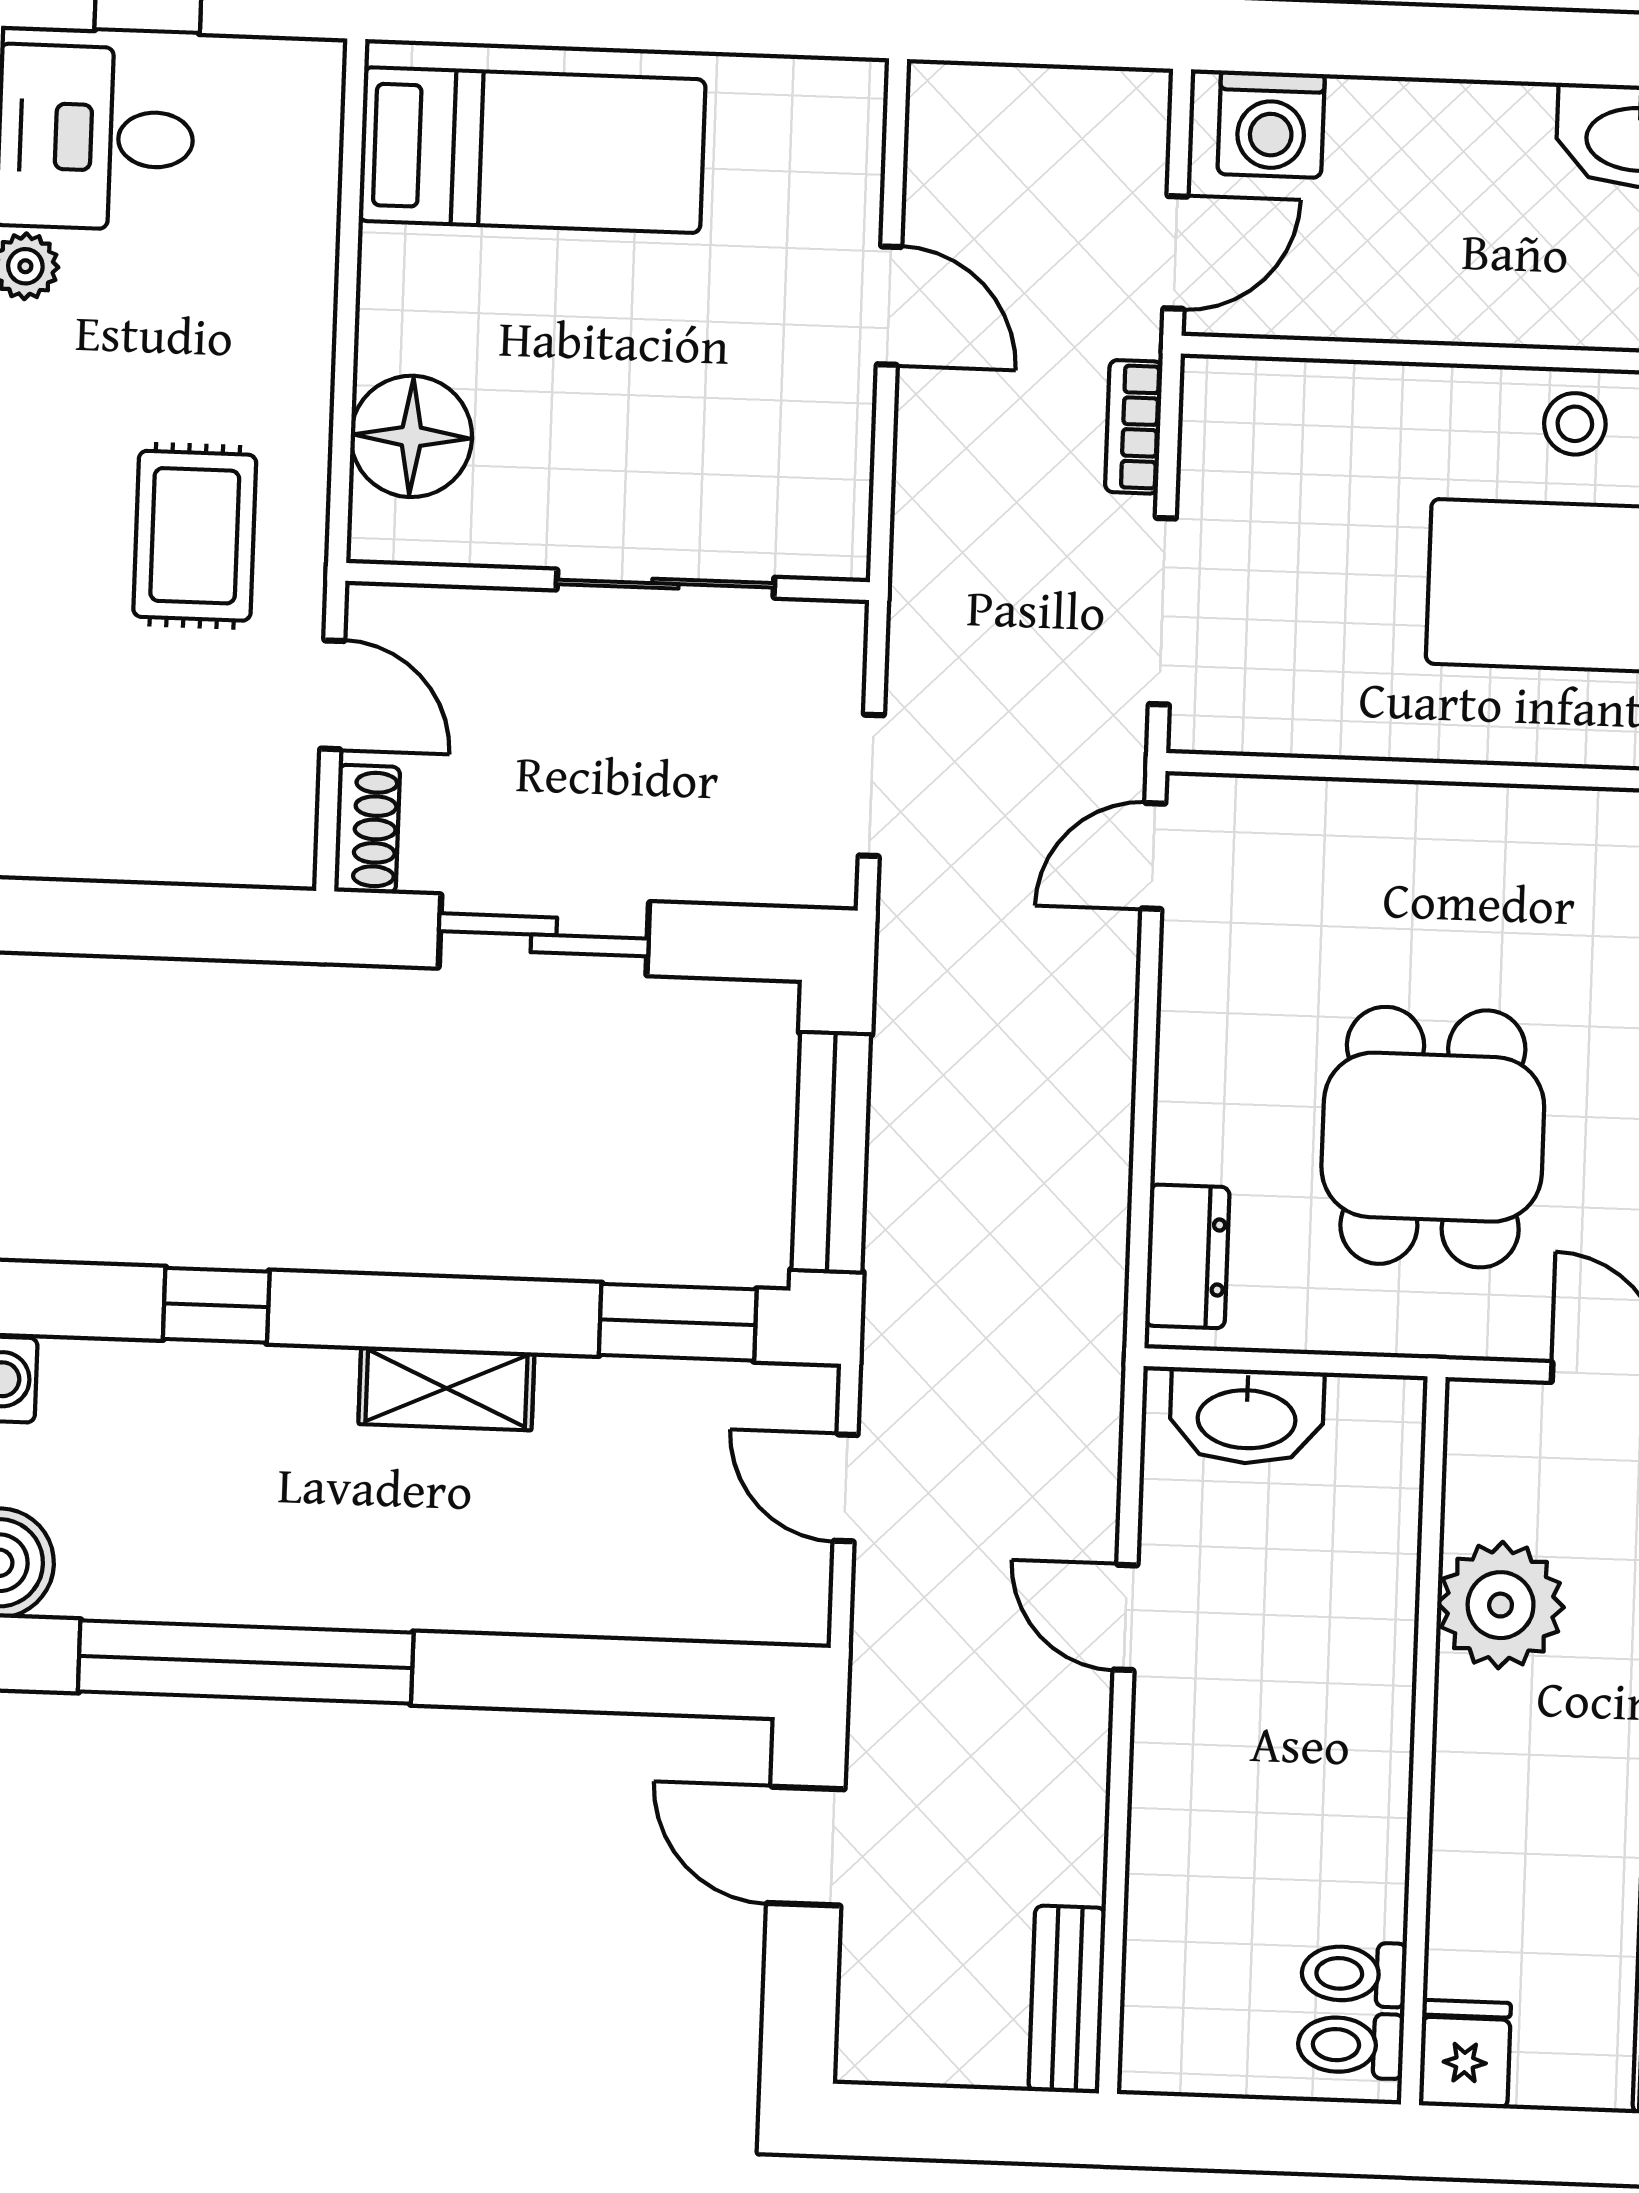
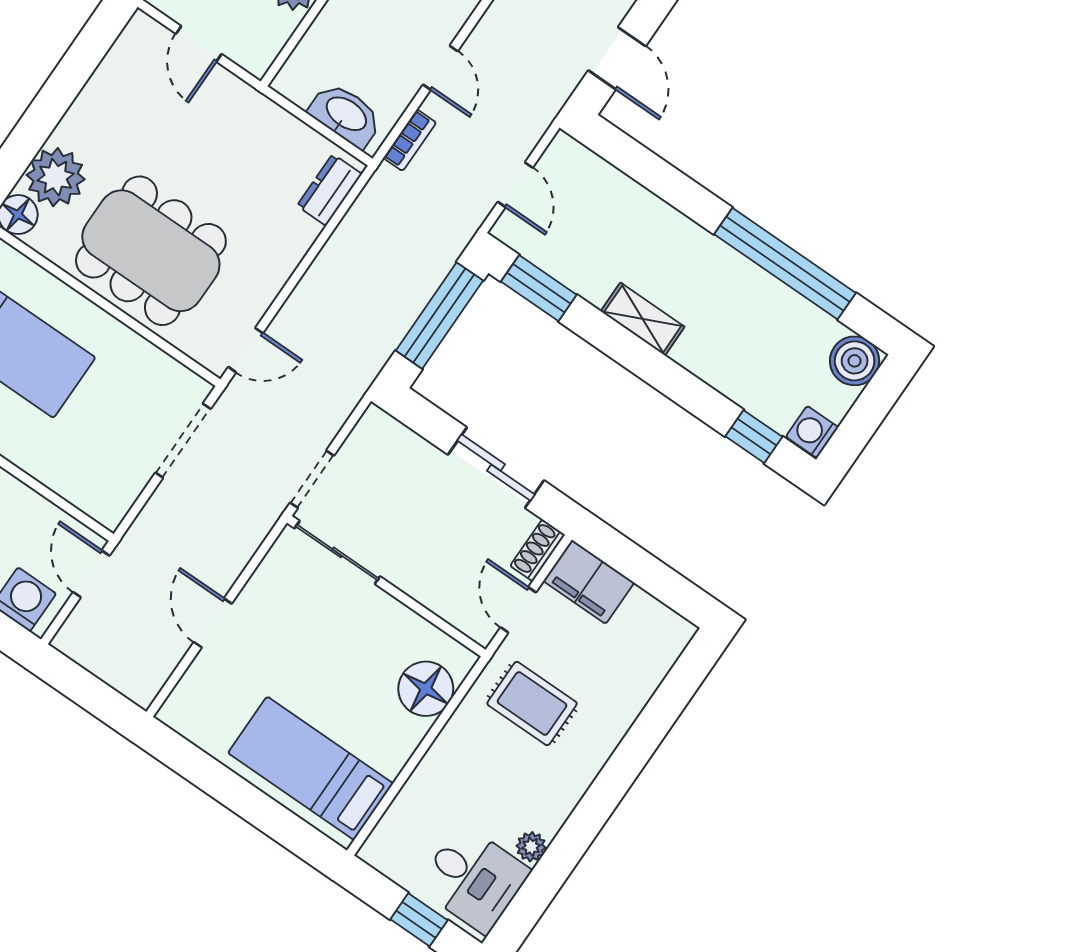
door: (1175, 252) -> (91, 574), hinge flipped
bookcase: (1134, 427) -> (410, 140), moved
rug: (195, 536) -> (532, 703), turned 90
sliding door: (665, 584) -> (337, 552), moved
doorway: (871, 785) -> (312, 479), moved
filing cabinet: (234, 832) -> (589, 582), added
dining table: (1433, 1137) -> (151, 251), moved, width x1.38
window: (216, 1305) -> (754, 437), moved

